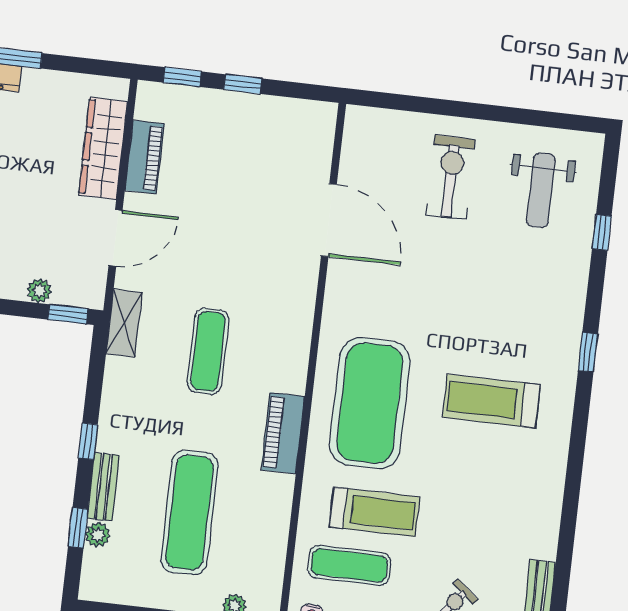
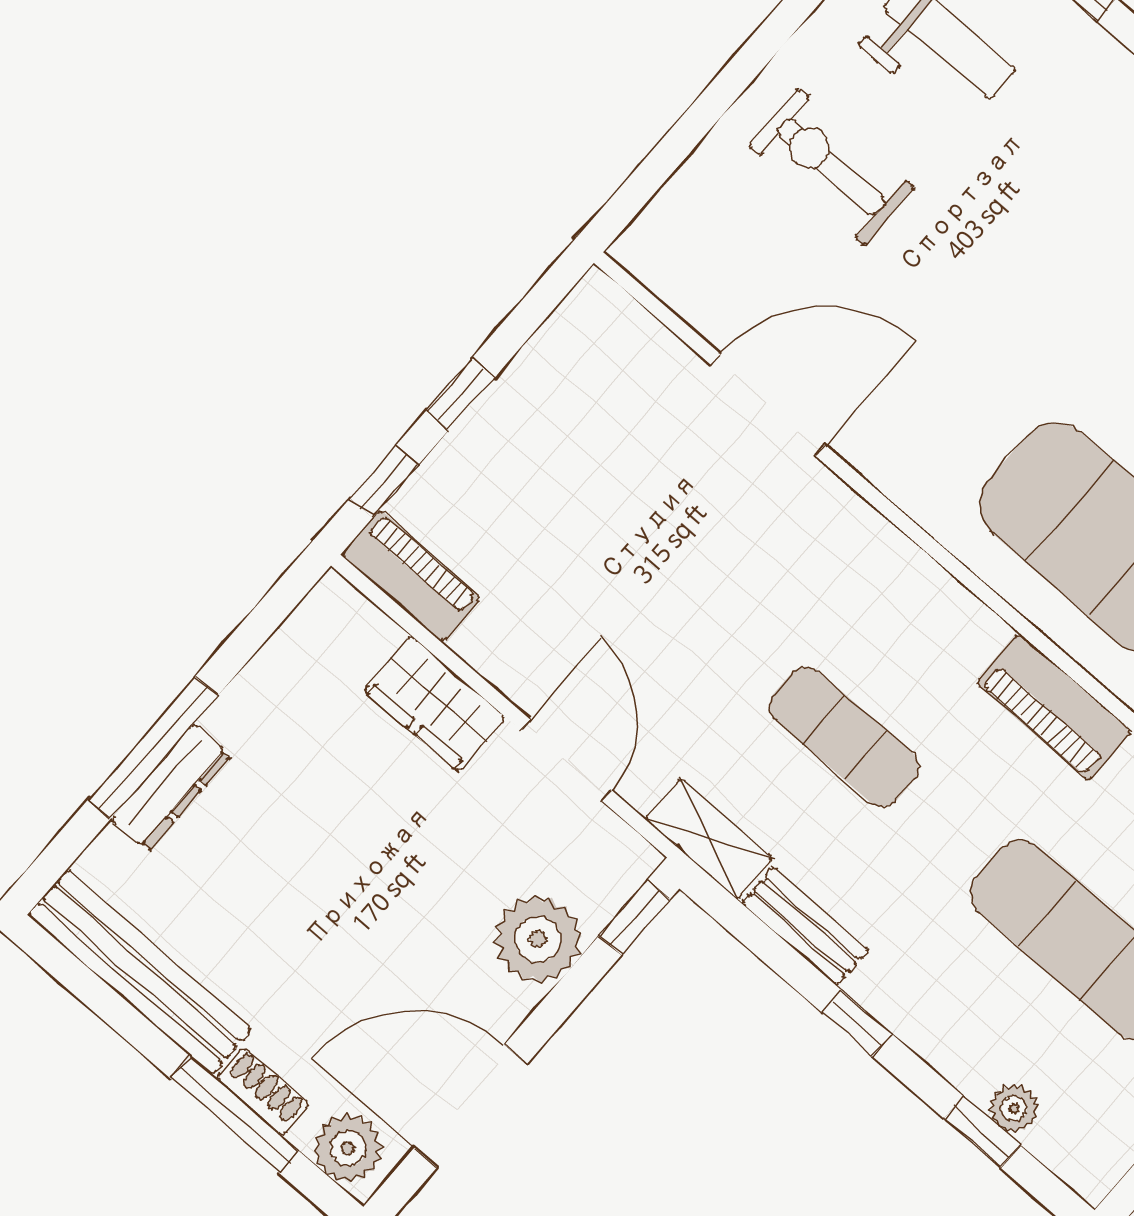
wardrobe: (103, 148) -> (435, 704), width x0.67
piano: (145, 157) -> (411, 576), moved
plant: (39, 291) -> (538, 939), width x1.88, depth x1.88
bench: (103, 487) -> (805, 926), moved

